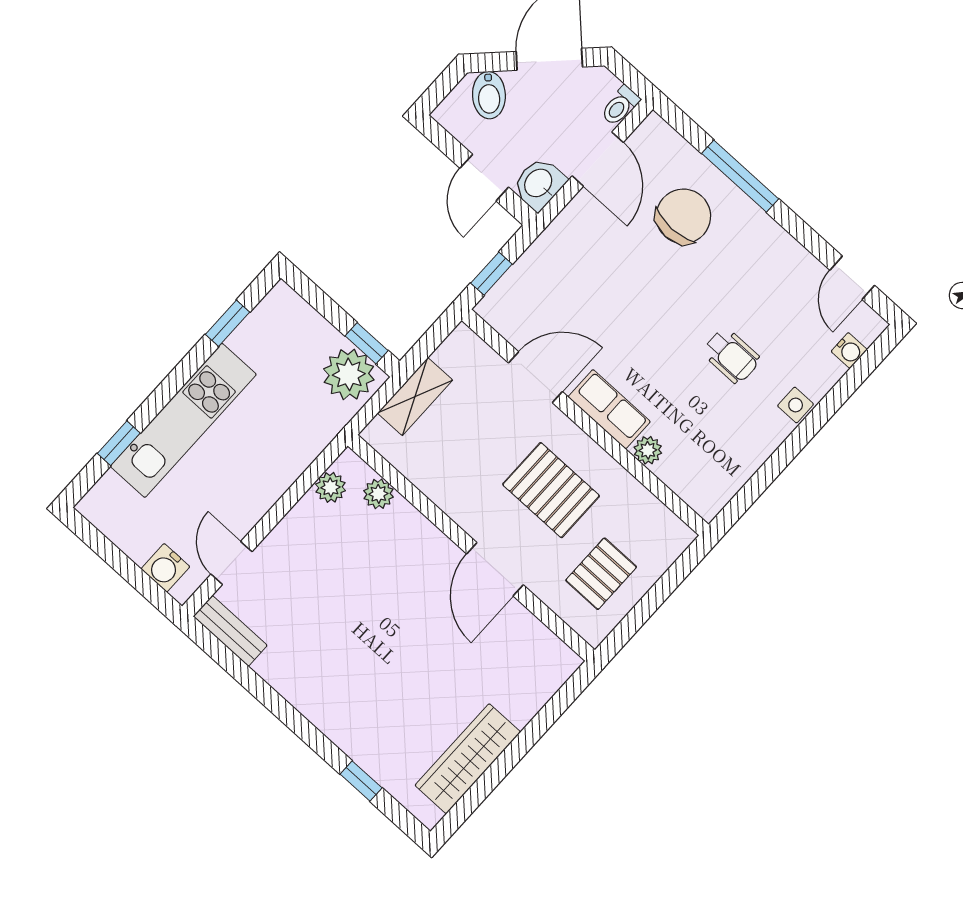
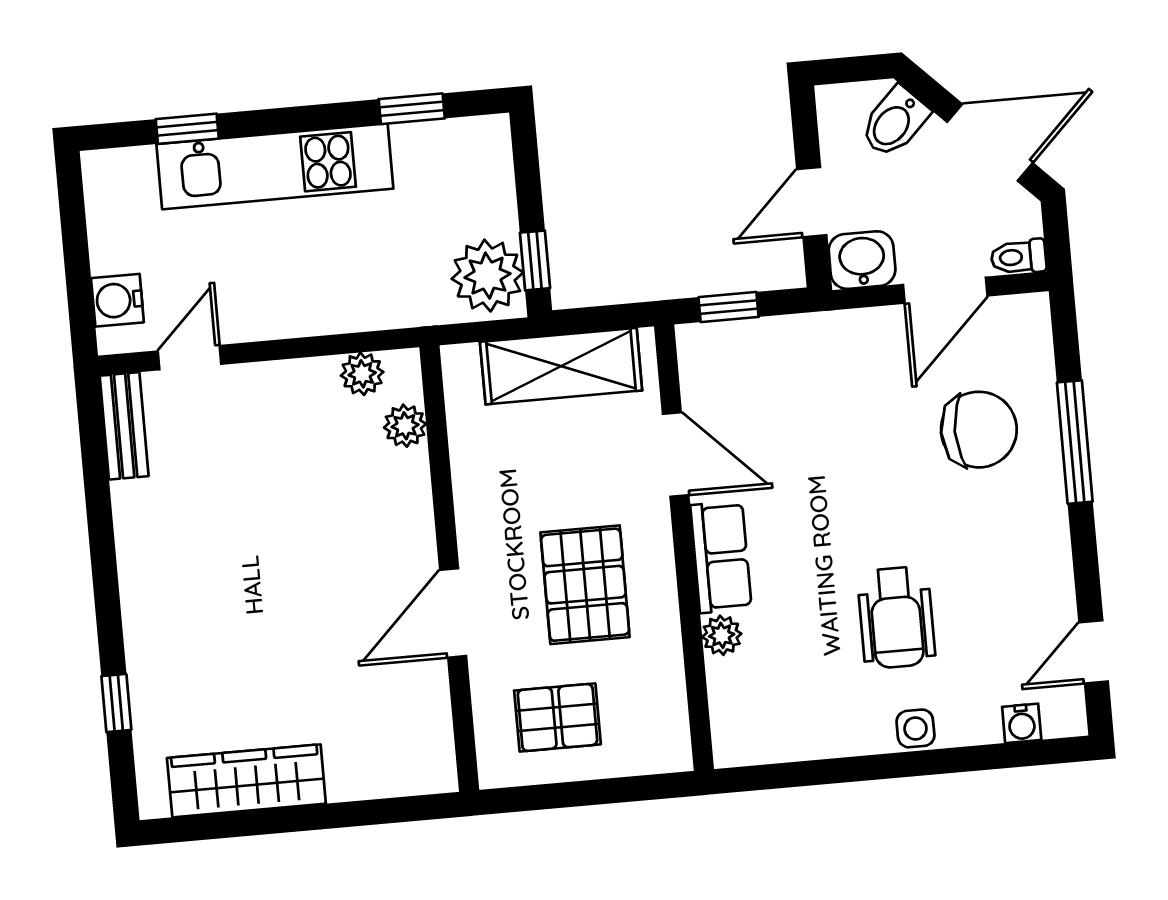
wheelchair: (731, 356) -> (896, 617), width x1.36, depth x1.37
shelving: (415, 397) -> (561, 366), width x1.50, depth x1.33

